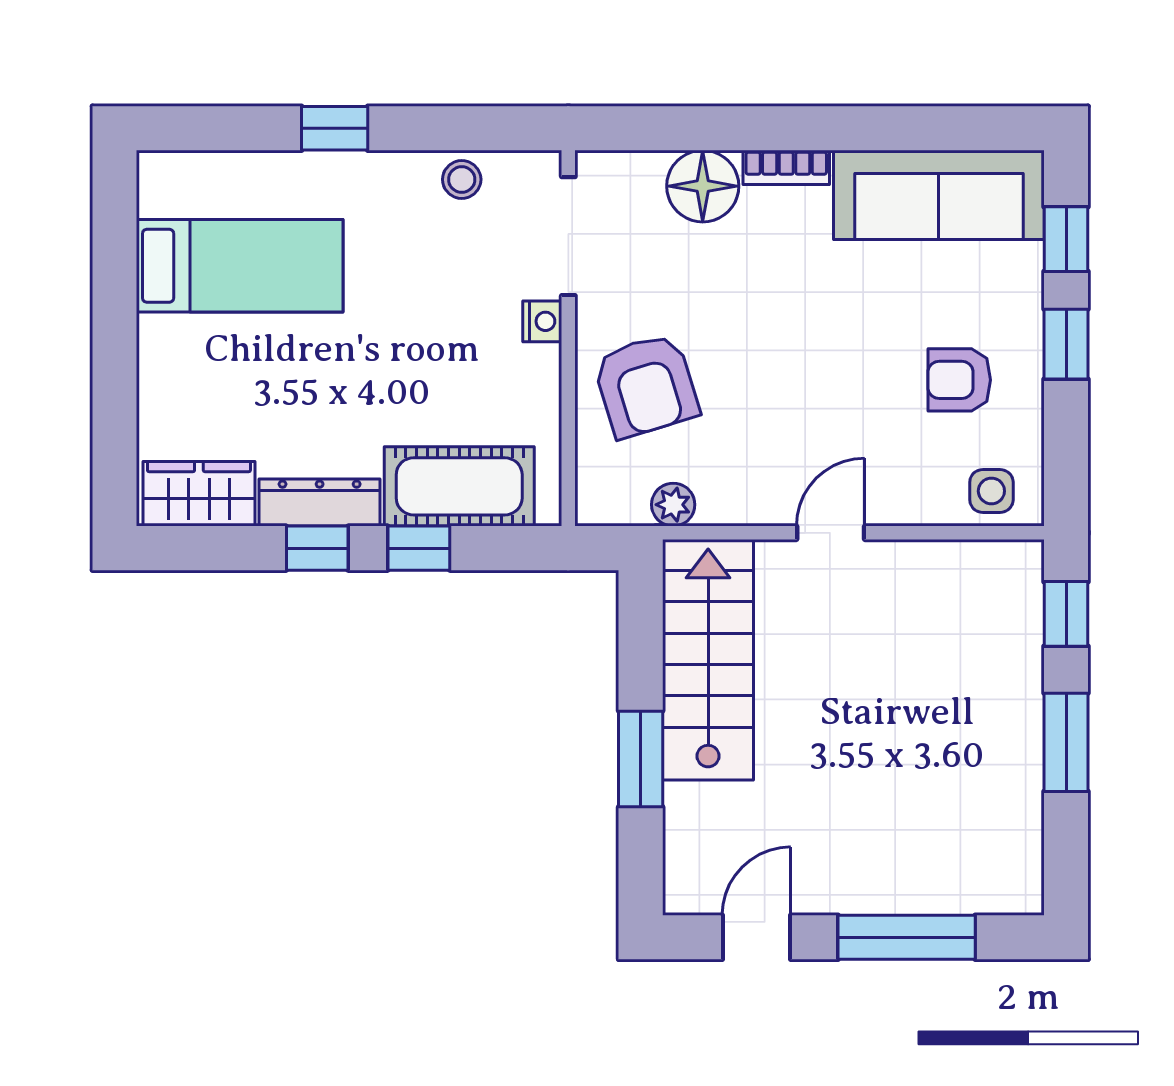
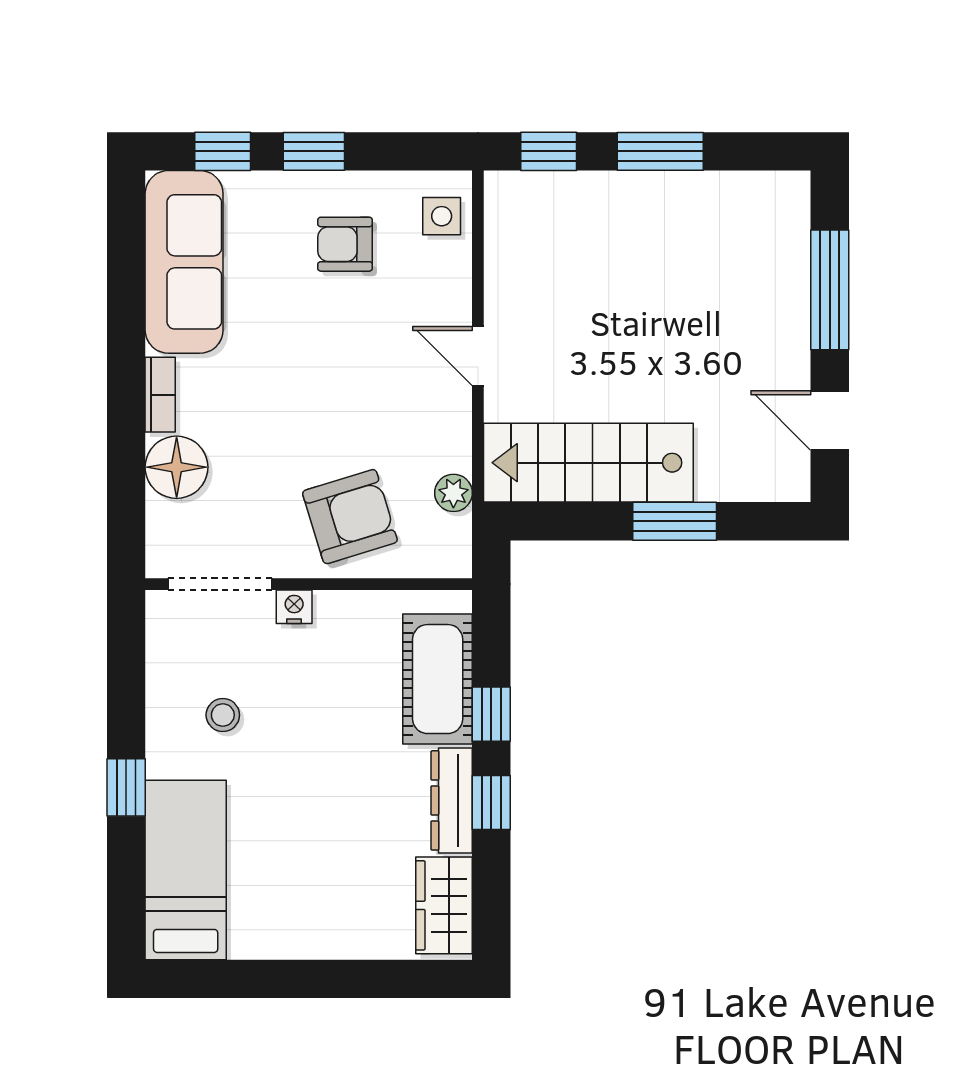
stool: (462, 179) -> (223, 715), moved
bed: (240, 266) -> (186, 870), moved
armchair: (959, 380) -> (345, 244), turned 90

